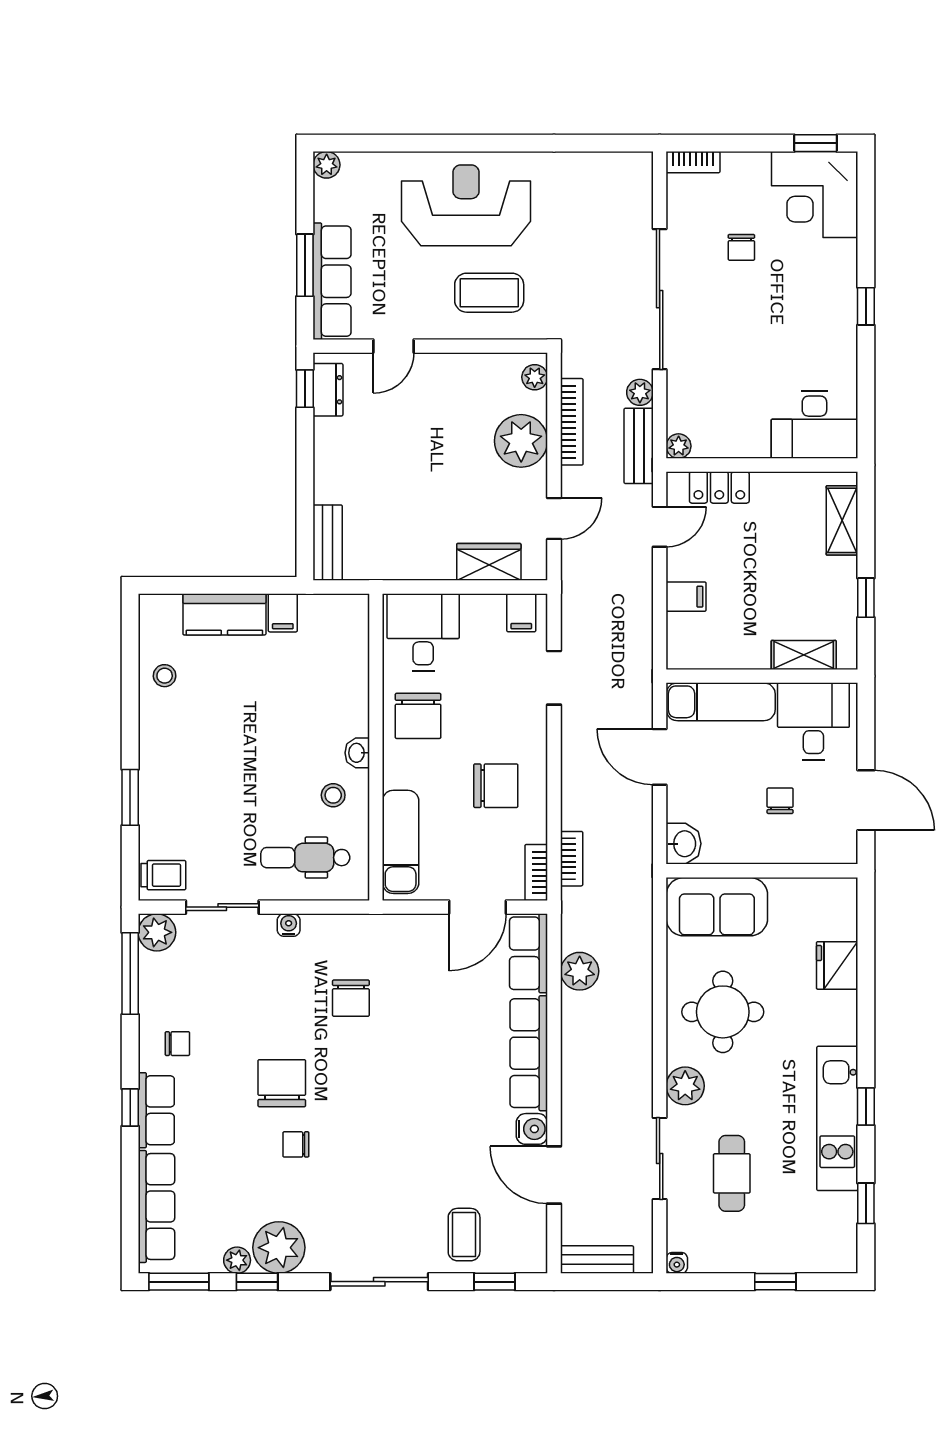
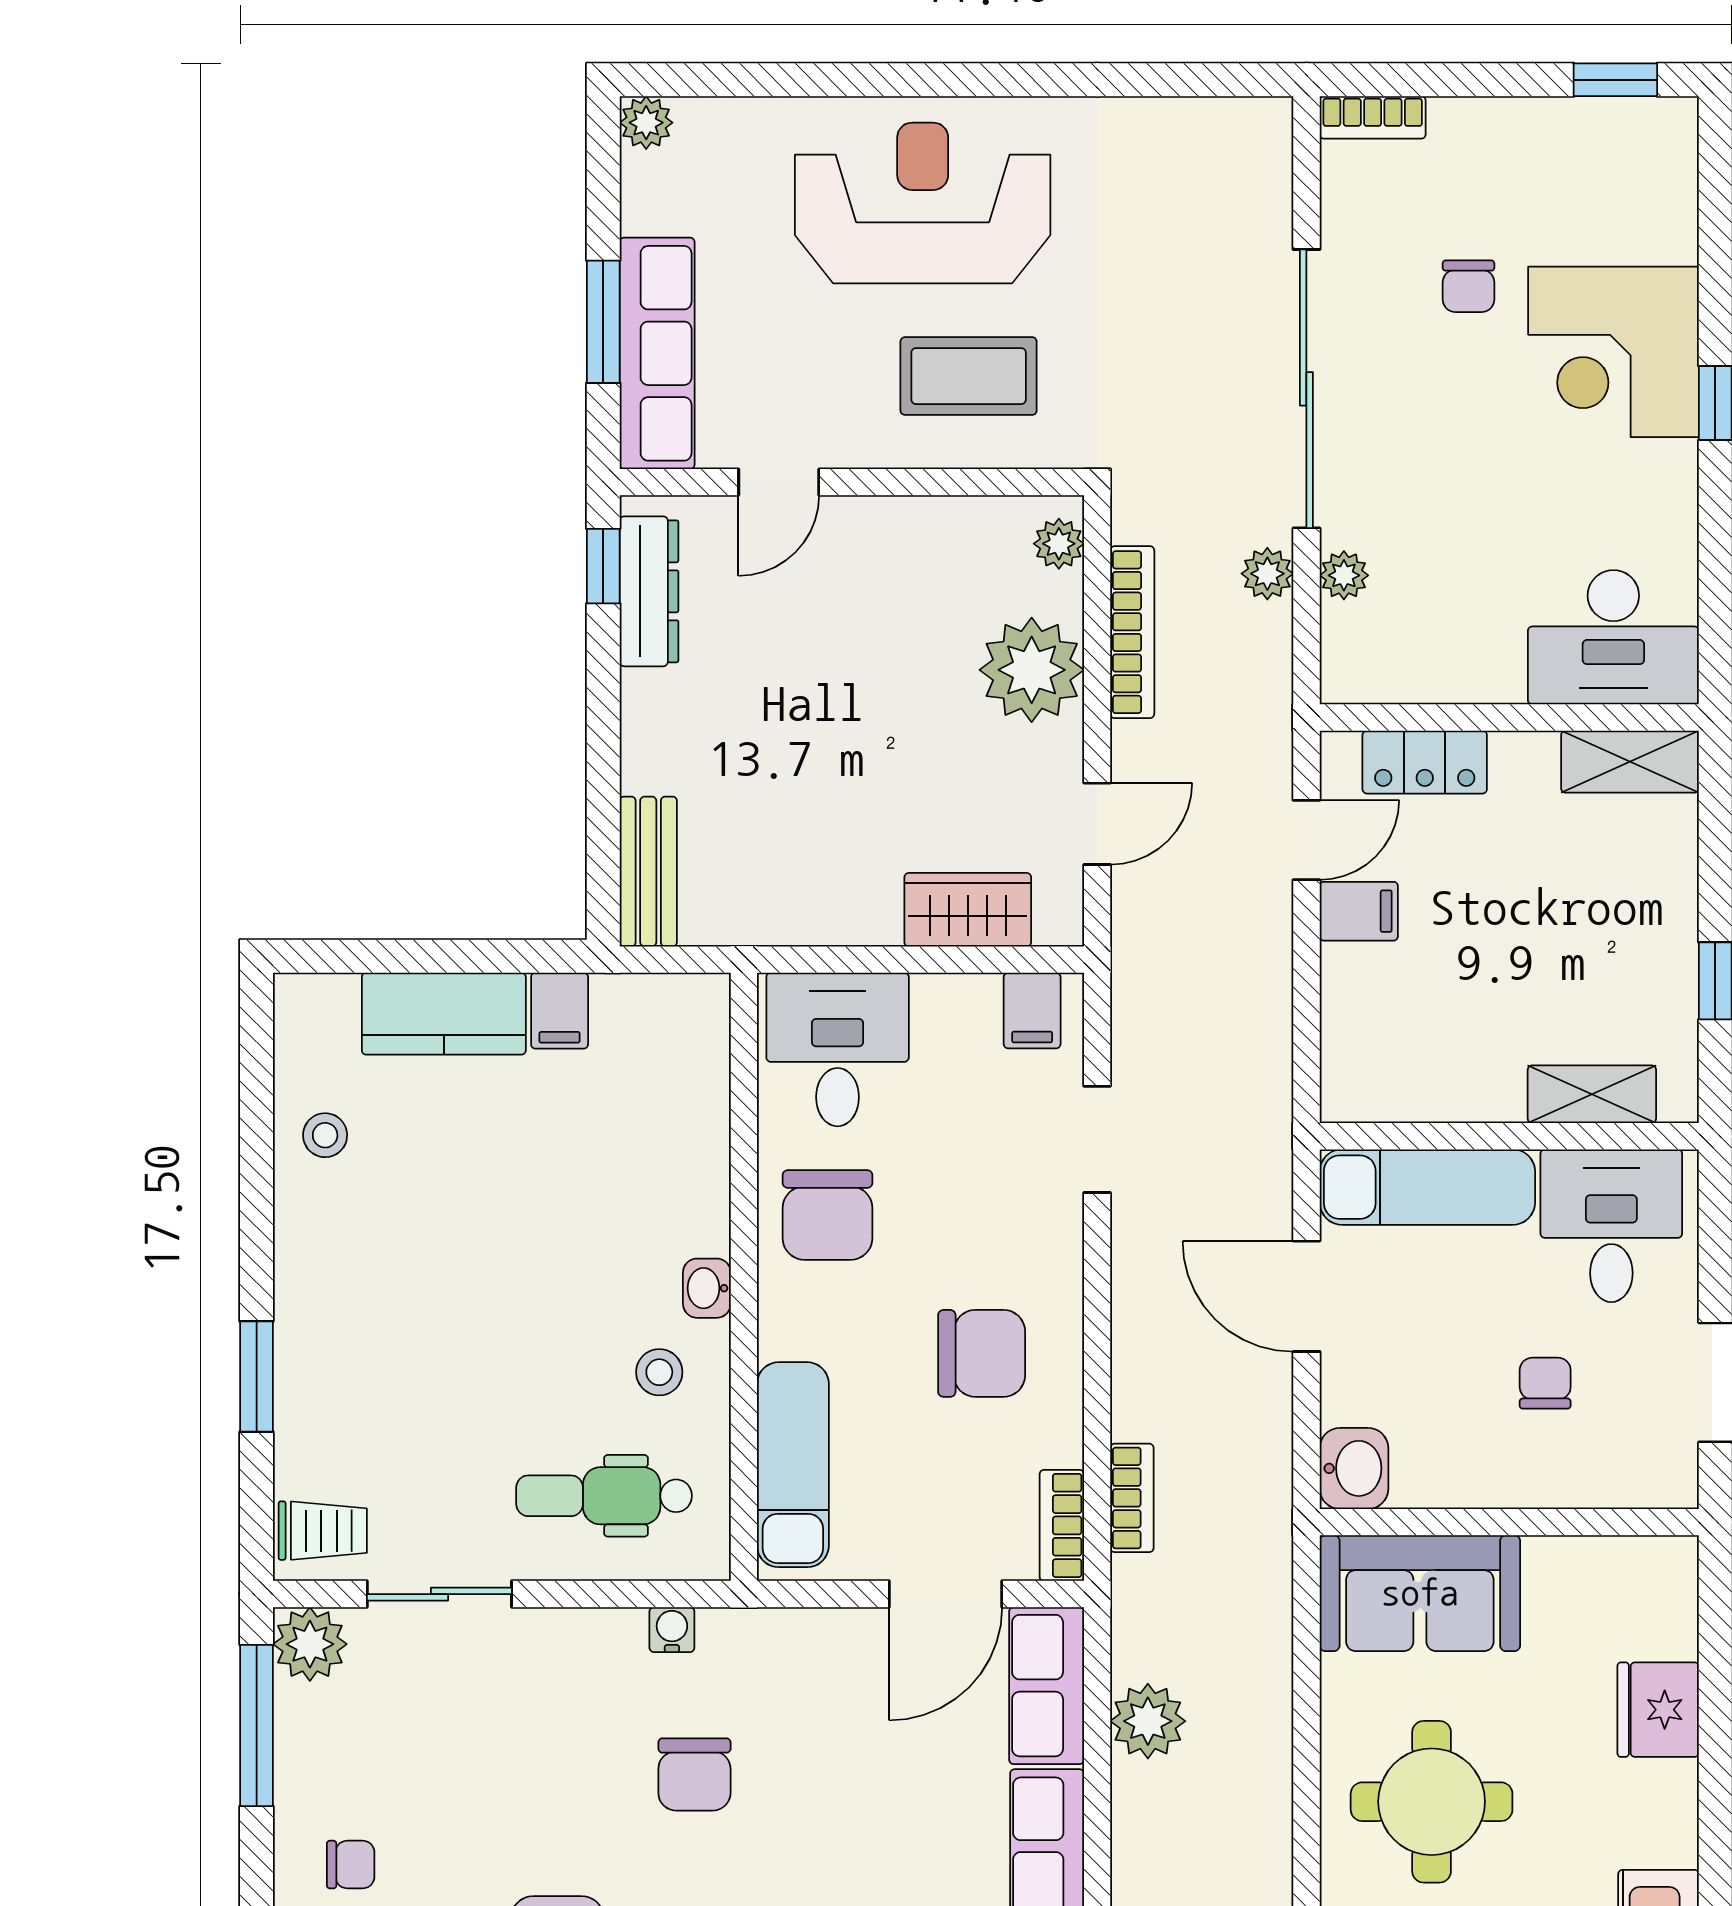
corner desk: (815, 195) -> (1614, 352), moved
dresser: (328, 390) -> (649, 591), width x1.44
bench: (639, 446) -> (1265, 680), removed
plant: (679, 446) -> (1344, 575), moved
shelving: (842, 520) -> (1630, 762), moved, turned 90
filing cabinet: (686, 597) -> (1359, 911), moved
water cooler: (289, 925) -> (672, 1630), moved

